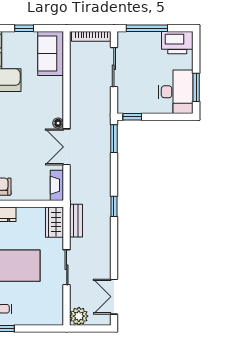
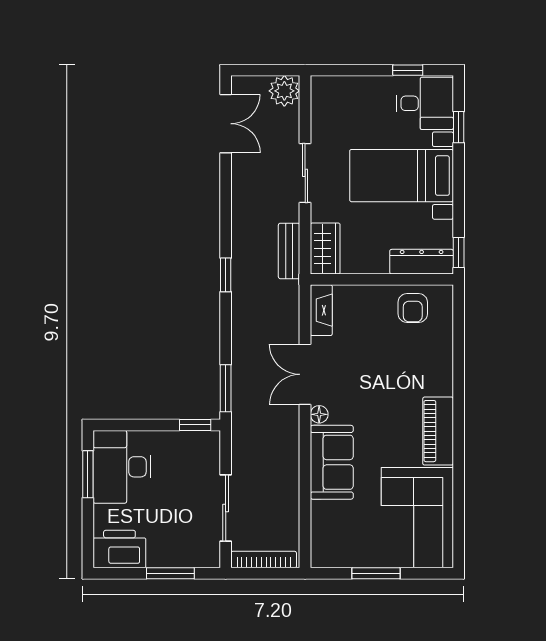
window: (24, 28) -> (376, 573), width x1.50
window: (147, 28) -> (170, 573), width x0.69
sofa: (51, 54) -> (332, 462), moved
double door: (67, 147) -> (305, 374), swing flipped

